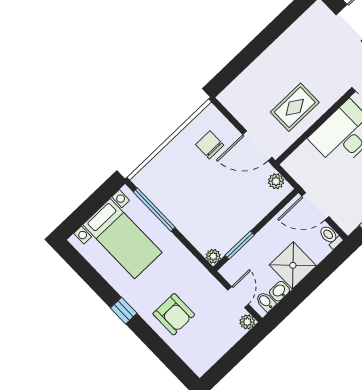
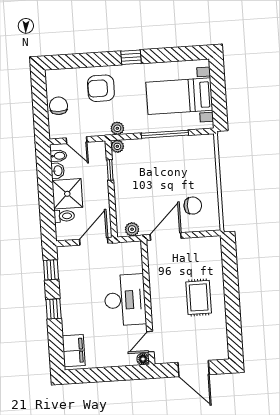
rug: (295, 107) -> (199, 297), moved
window: (154, 210) -> (165, 134), moved
toilet: (330, 237) -> (64, 216), moved
window: (240, 245) -> (110, 170), width x0.67
plant: (247, 322) -> (117, 128), moved
chair: (221, 339) -> (59, 106), added

